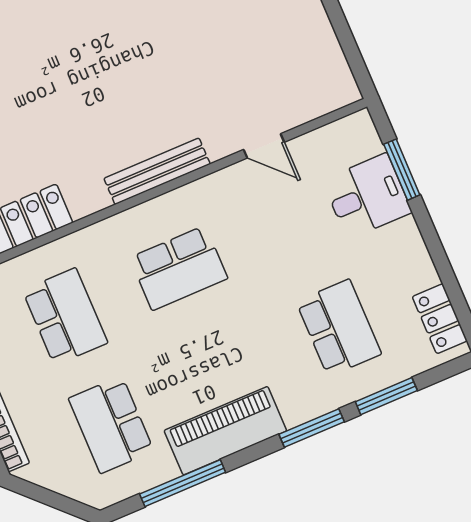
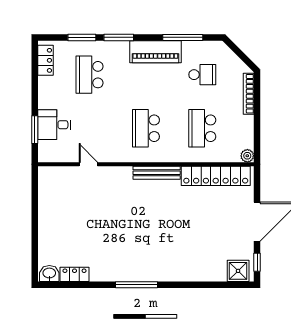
bench: (157, 171) -> (157, 173), moved
school desk: (179, 268) -> (146, 128), turned -90
school desk: (111, 425) -> (202, 75), width x0.54

